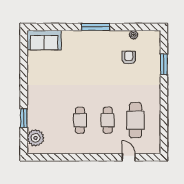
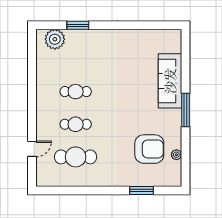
sofa: (44, 40) -> (170, 81), moved, width x1.36
armchair: (129, 58) -> (149, 149), width x1.88, depth x1.88

